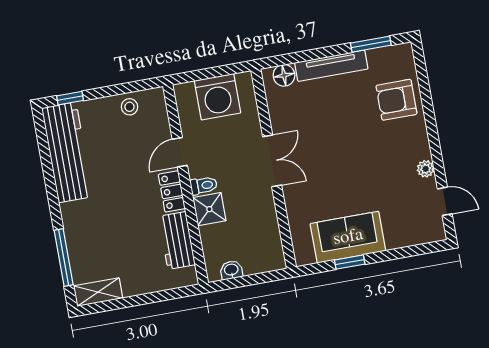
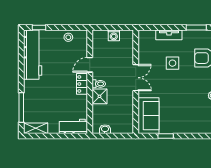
tv unit: (331, 66) -> (169, 35), width x0.71
floor lamp: (284, 75) -> (149, 35), removed
washing machine: (217, 97) -> (114, 35), width x0.53, depth x0.53
side table: (338, 120) -> (172, 63), added
sofa: (348, 237) -> (148, 116), moved, turned 90
workbench: (177, 241) -> (73, 126), moved, turned 90

